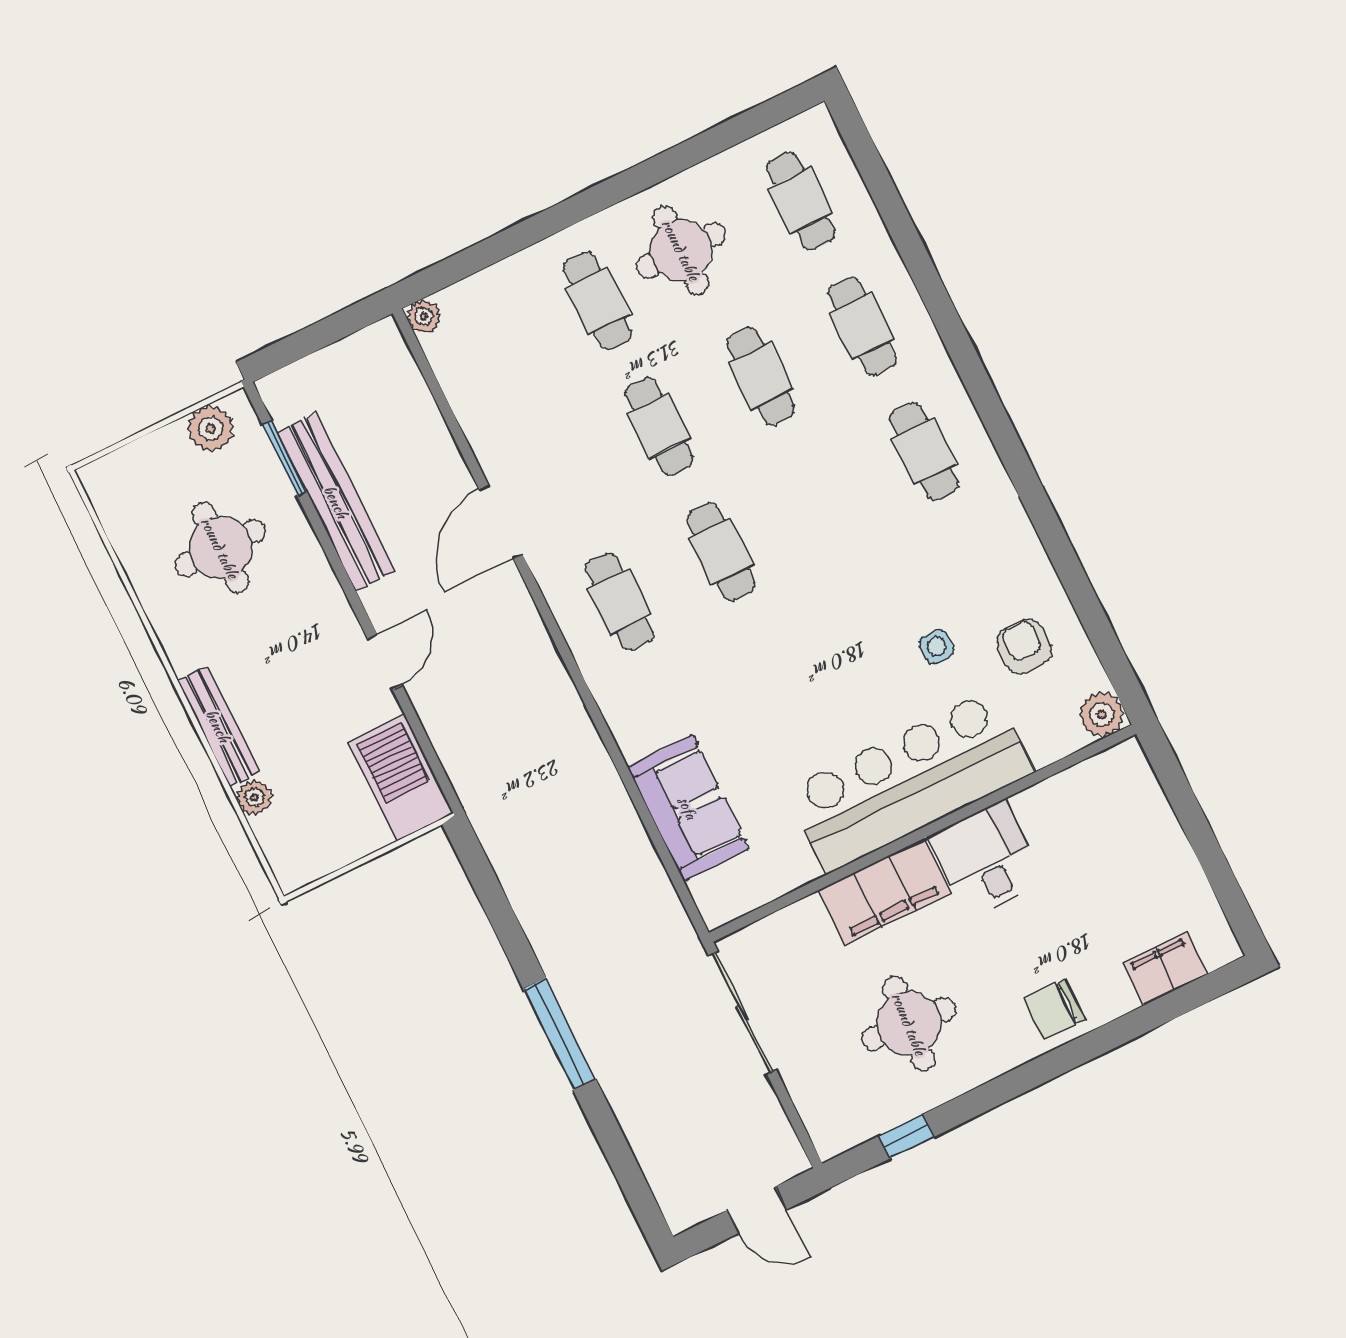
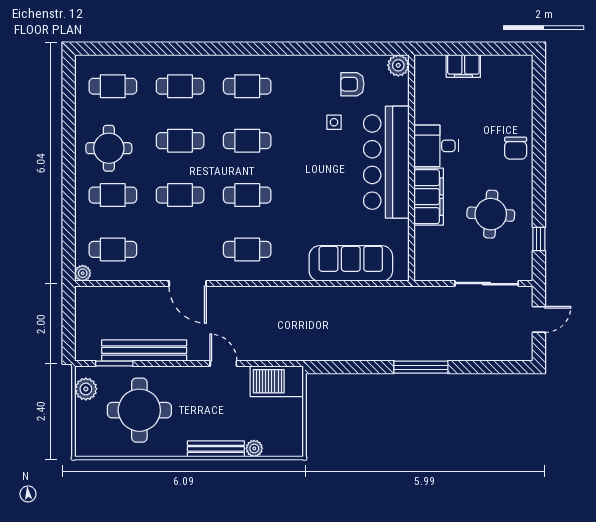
cafe table: (496, 351) -> (113, 249), added
cafe table: (822, 502) -> (247, 141), added
round table: (220, 548) -> (139, 410), width x1.36, depth x1.36
sofa: (688, 808) -> (351, 263), width x1.36
filing cabinet: (1165, 969) -> (463, 66), moved, turned -90
sliding door: (742, 1013) -> (487, 284), moved

